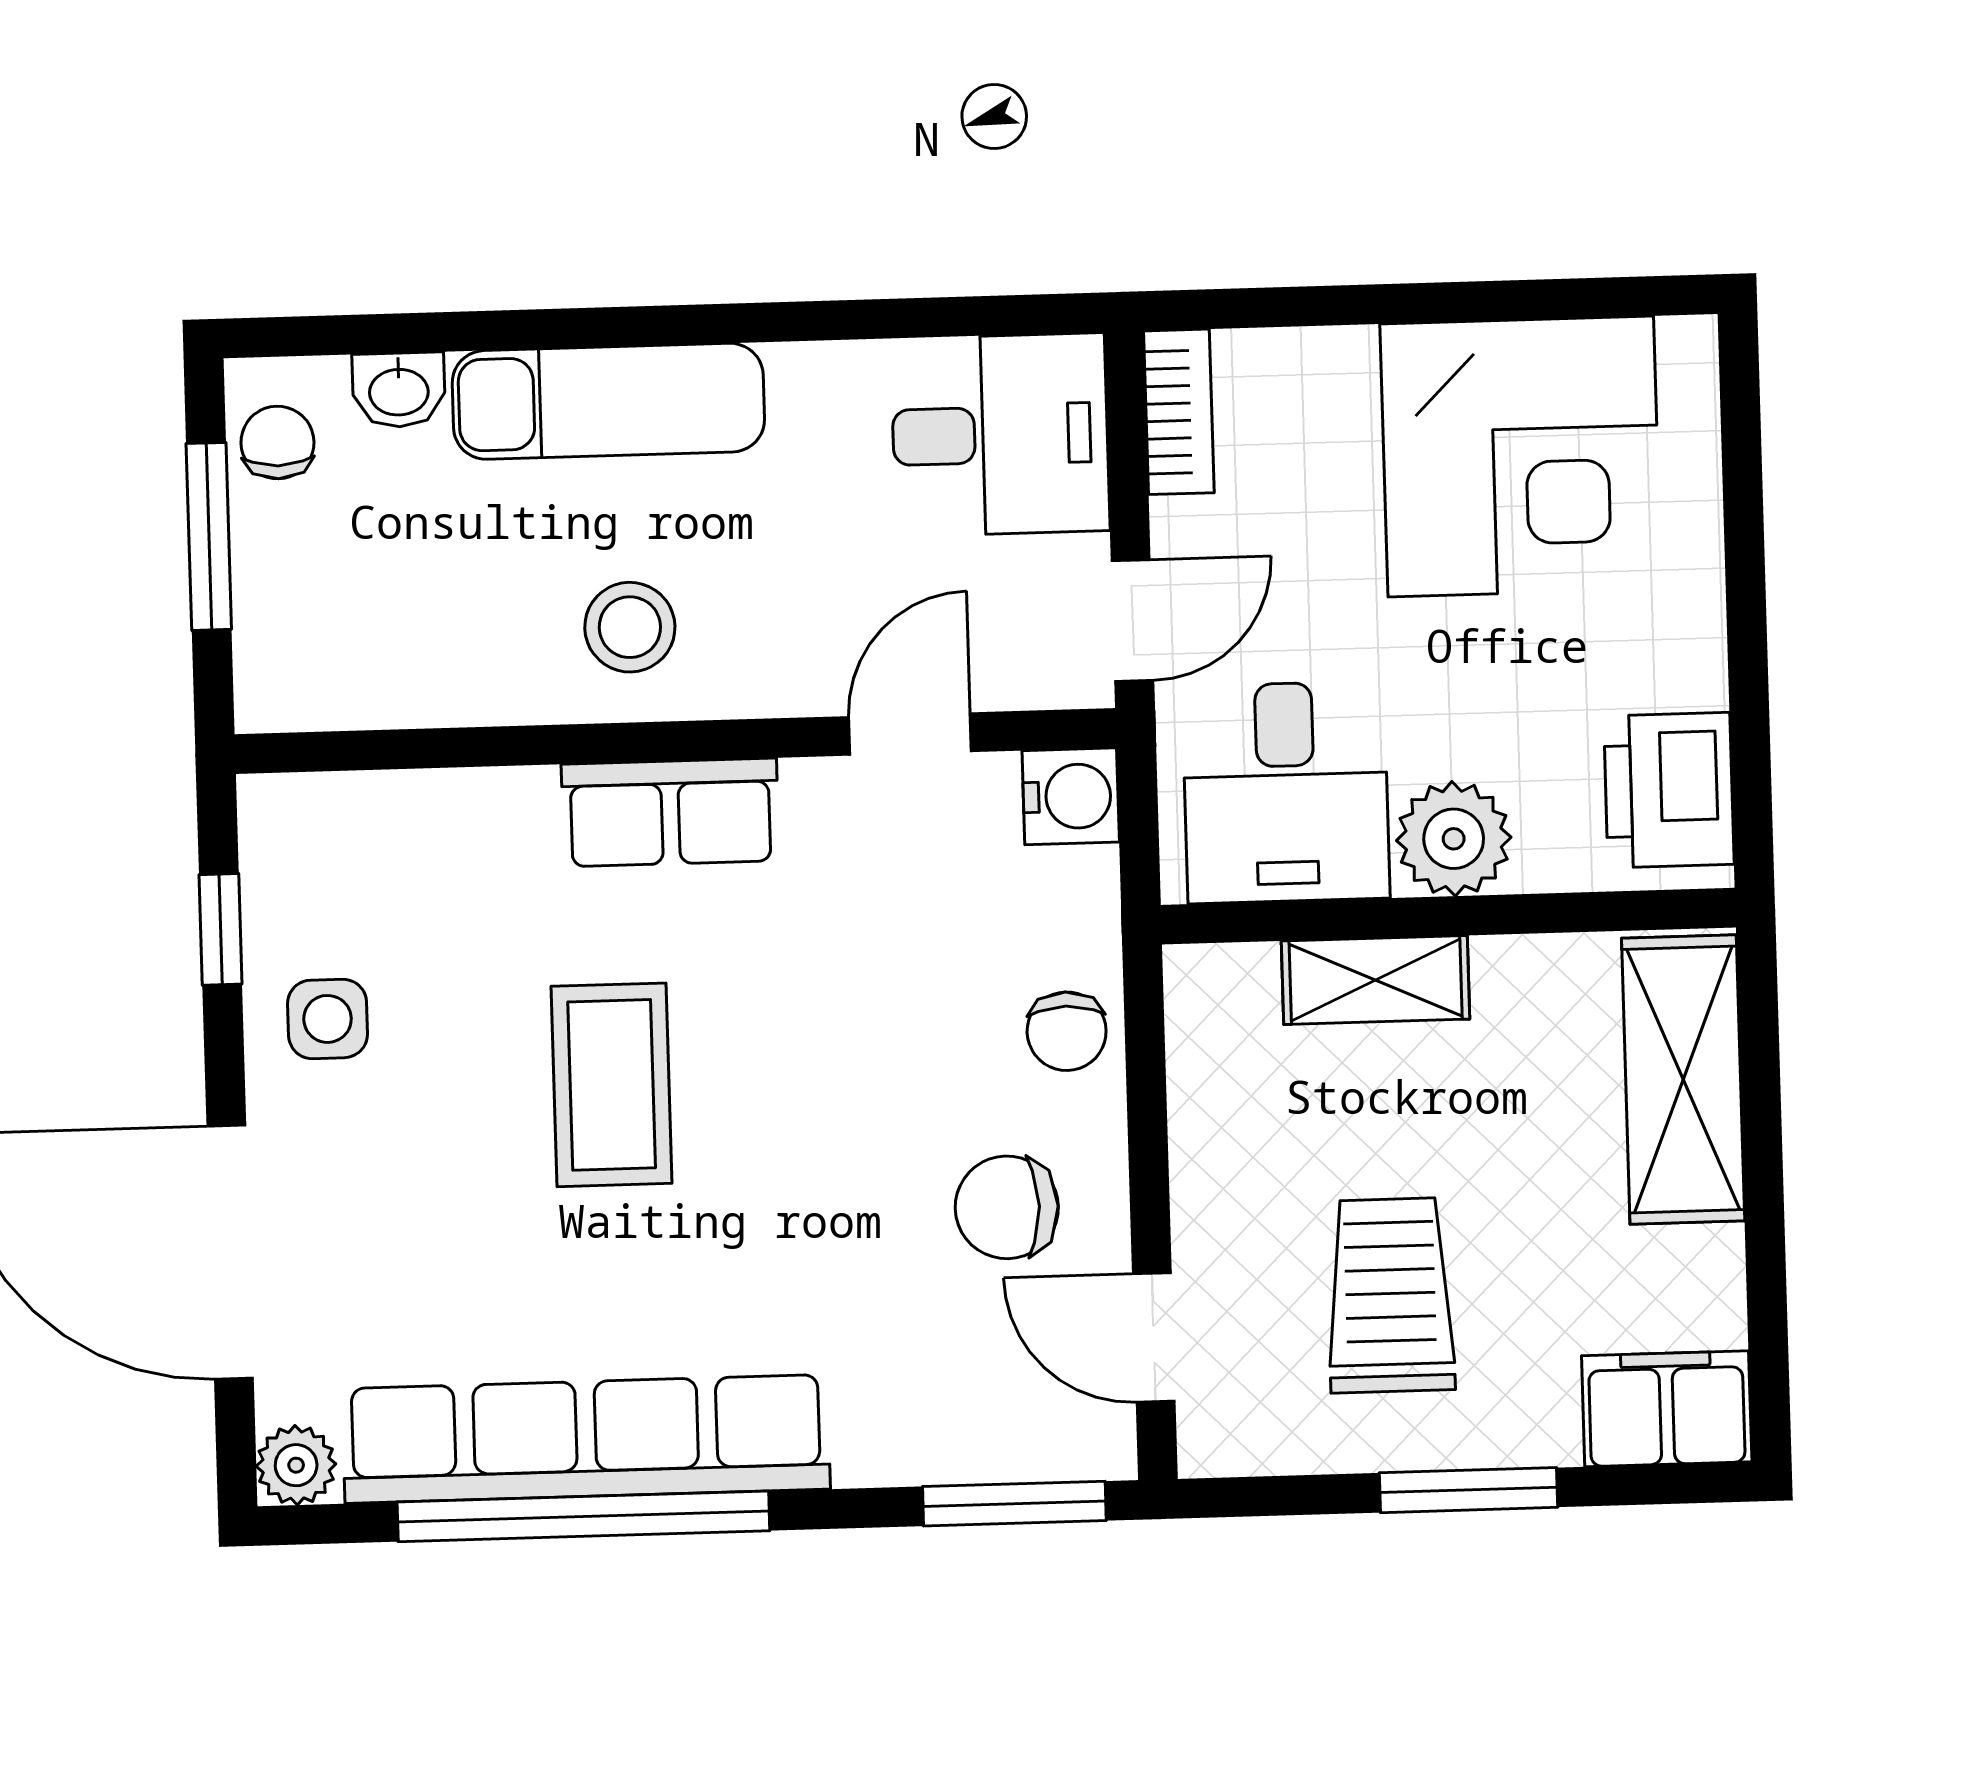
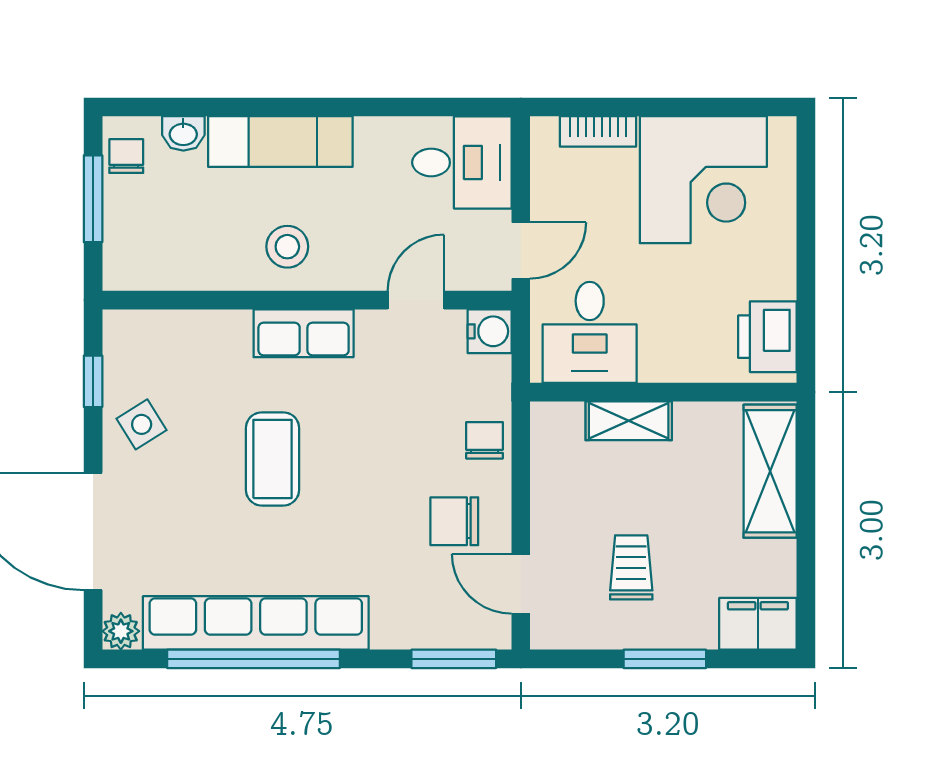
bookcase: (1179, 412) -> (598, 131), moved, turned 90
plant: (1454, 839) -> (667, 356), removed
side table: (328, 1019) -> (142, 424), turned -32
chair: (1067, 1031) -> (485, 440), turned 180
trolley: (1390, 1295) -> (631, 567), width x0.73, depth x0.72

